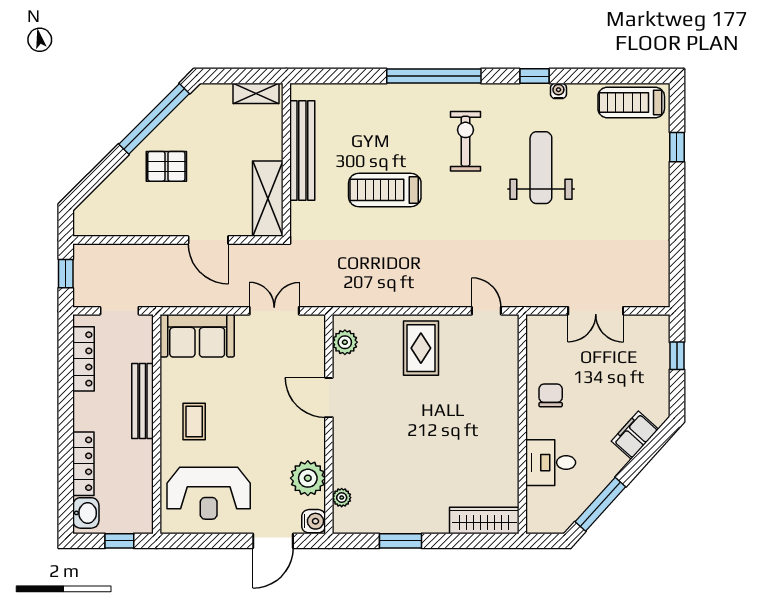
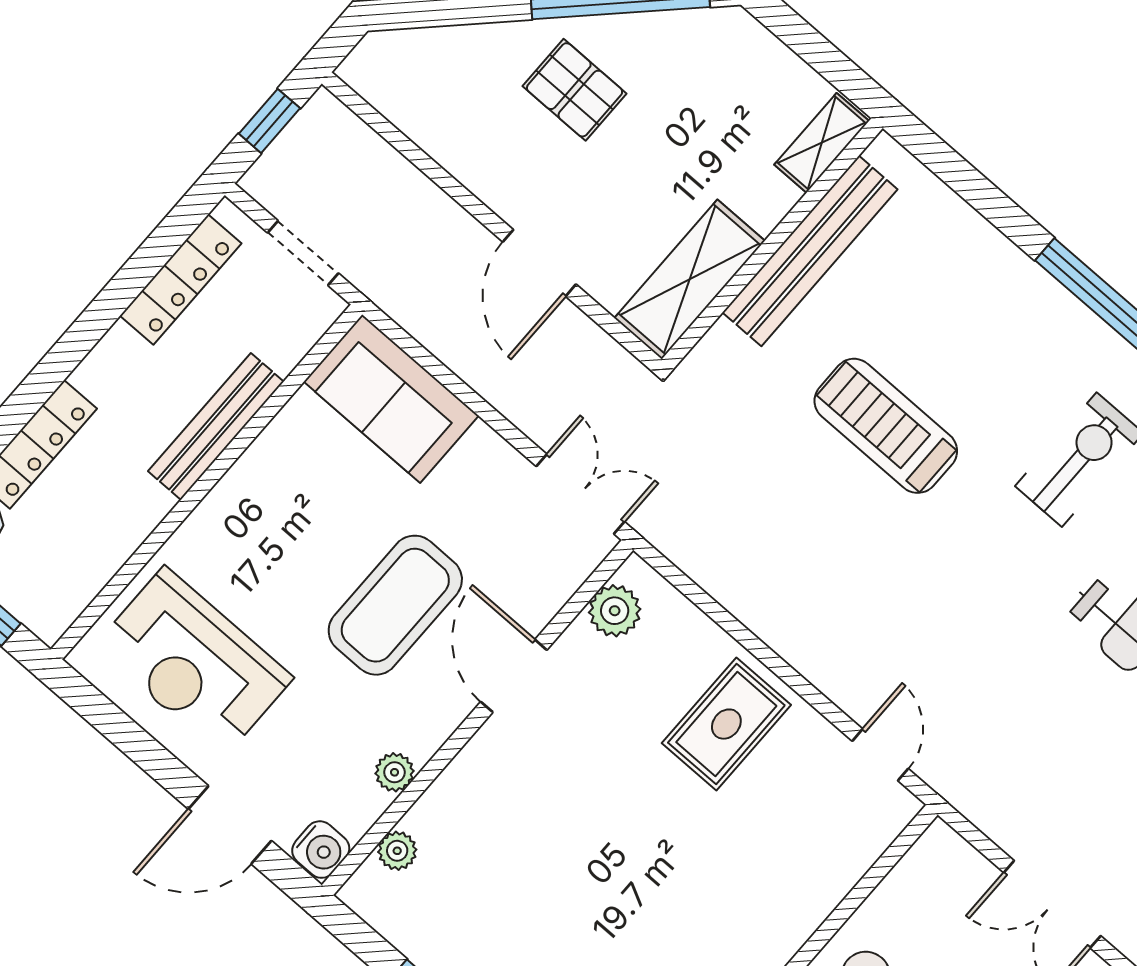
shelving: (256, 93) -> (822, 143), moved, turned 90
double door: (274, 311) -> (580, 494), moved
coffee table: (194, 421) -> (395, 605), moved, width x1.86, depth x1.72
plant: (308, 478) -> (395, 772), width x0.53, depth x0.53

